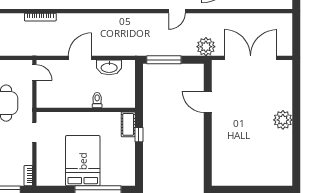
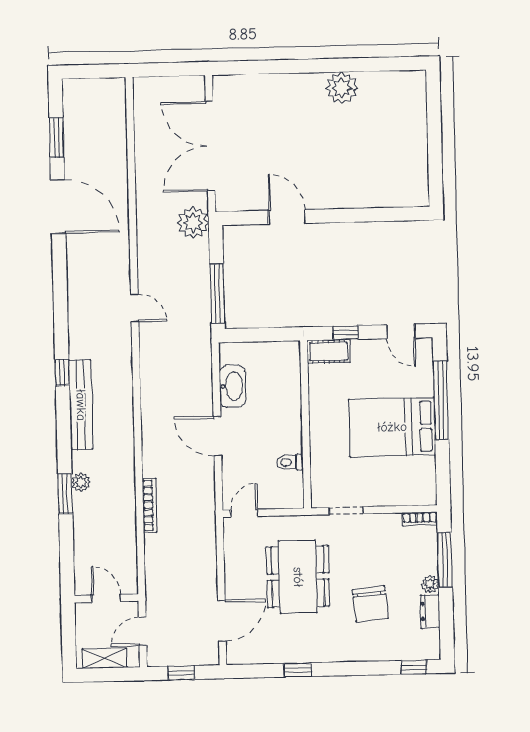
door: (177, 11) -> (135, 308), moved
toilet: (97, 100) -> (290, 462), moved
door: (208, 102) -> (287, 217), swing flipped
plant: (283, 120) -> (342, 88), moved
door: (139, 167) -> (401, 331), added

